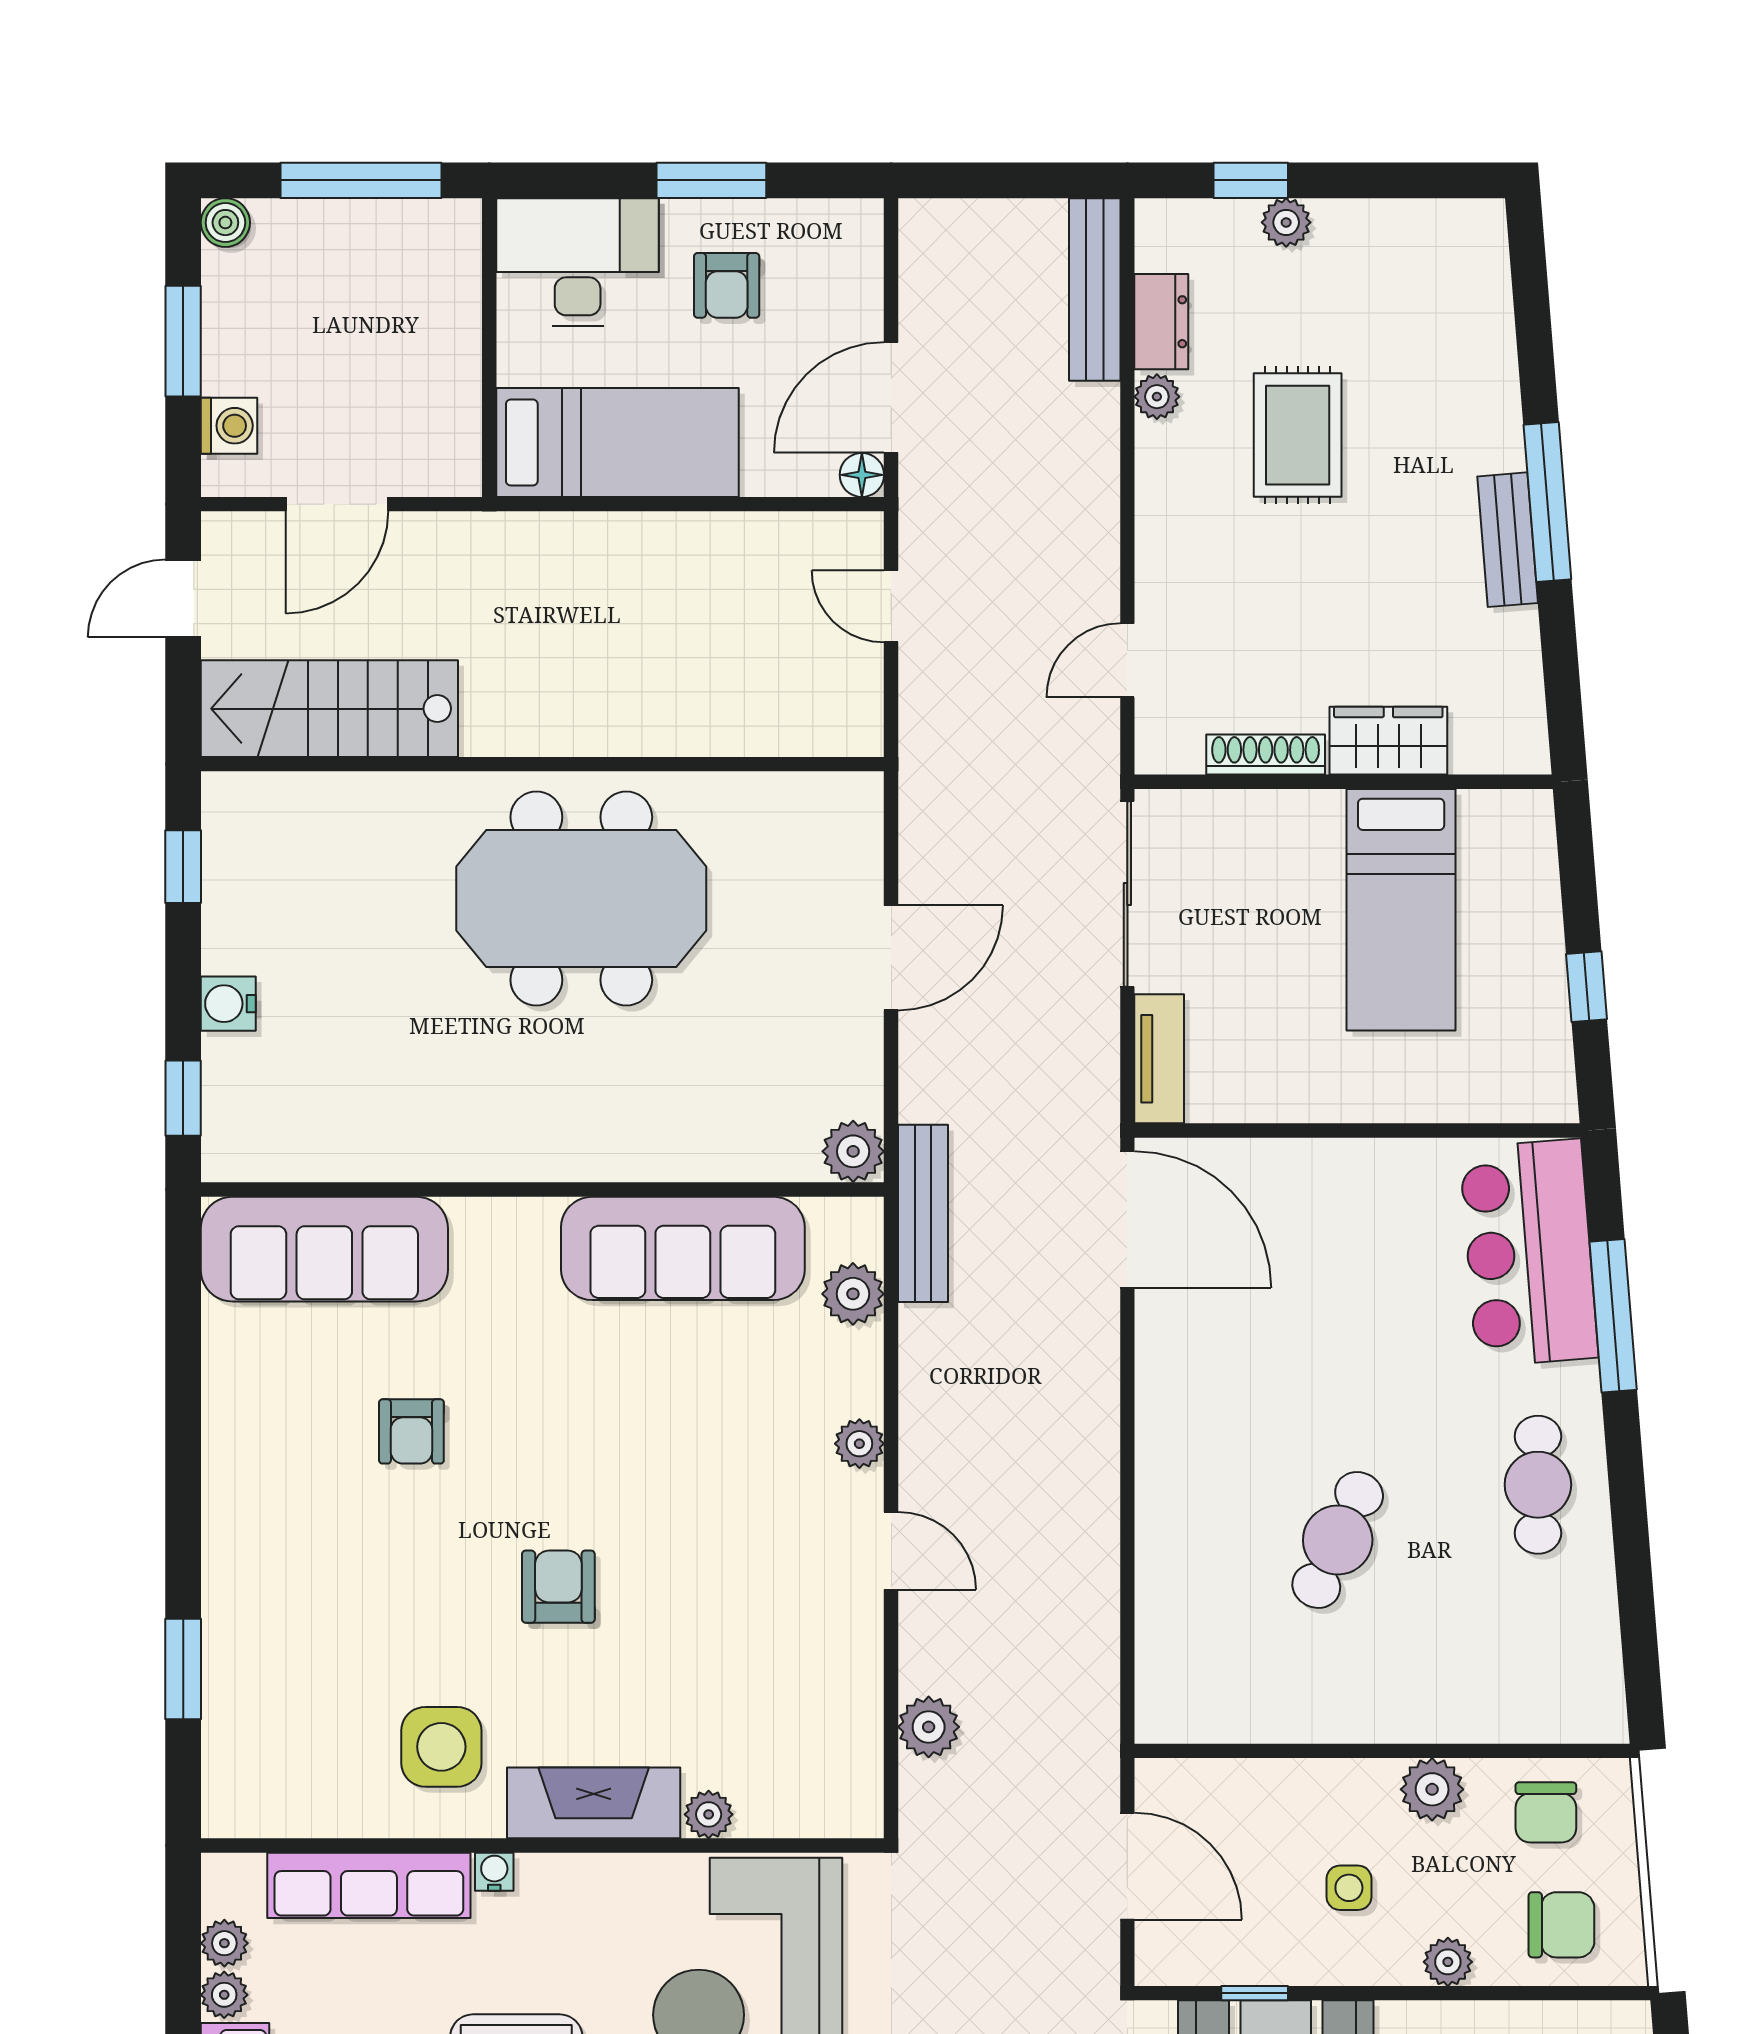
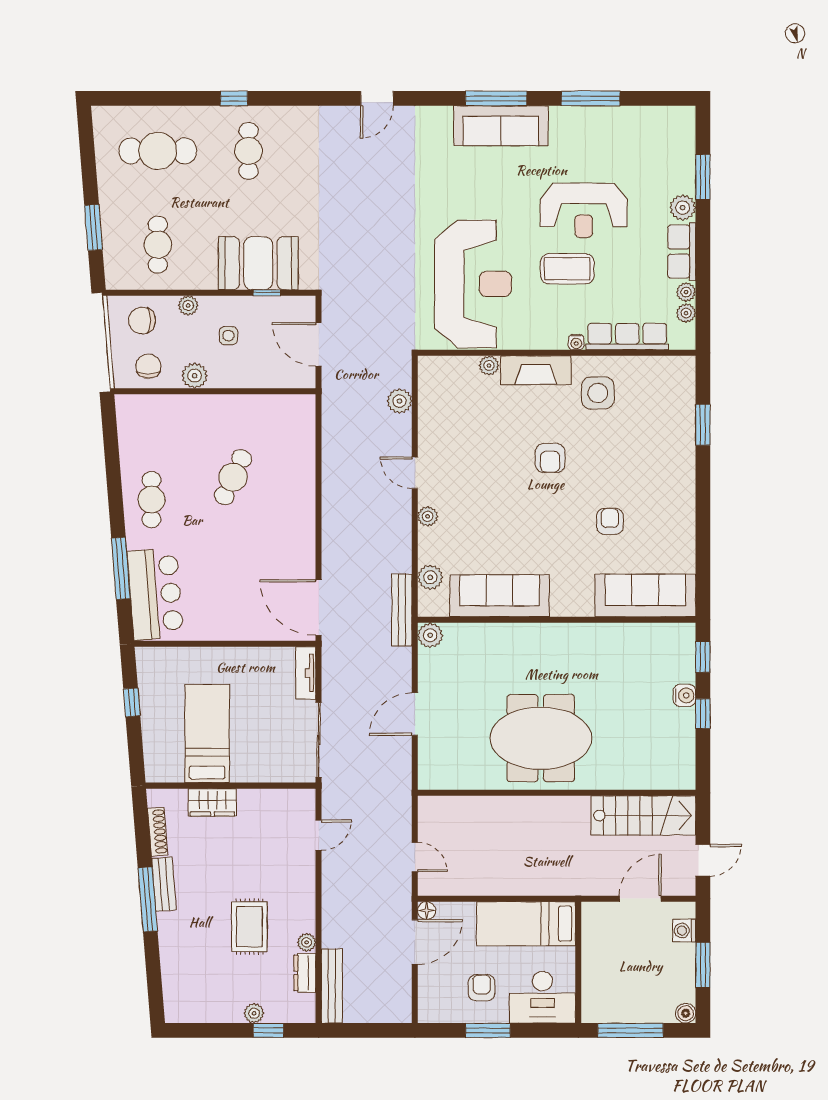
shoe rack: (1266, 755) -> (158, 832), moved, turned -95
window: (183, 867) -> (703, 714), moved

